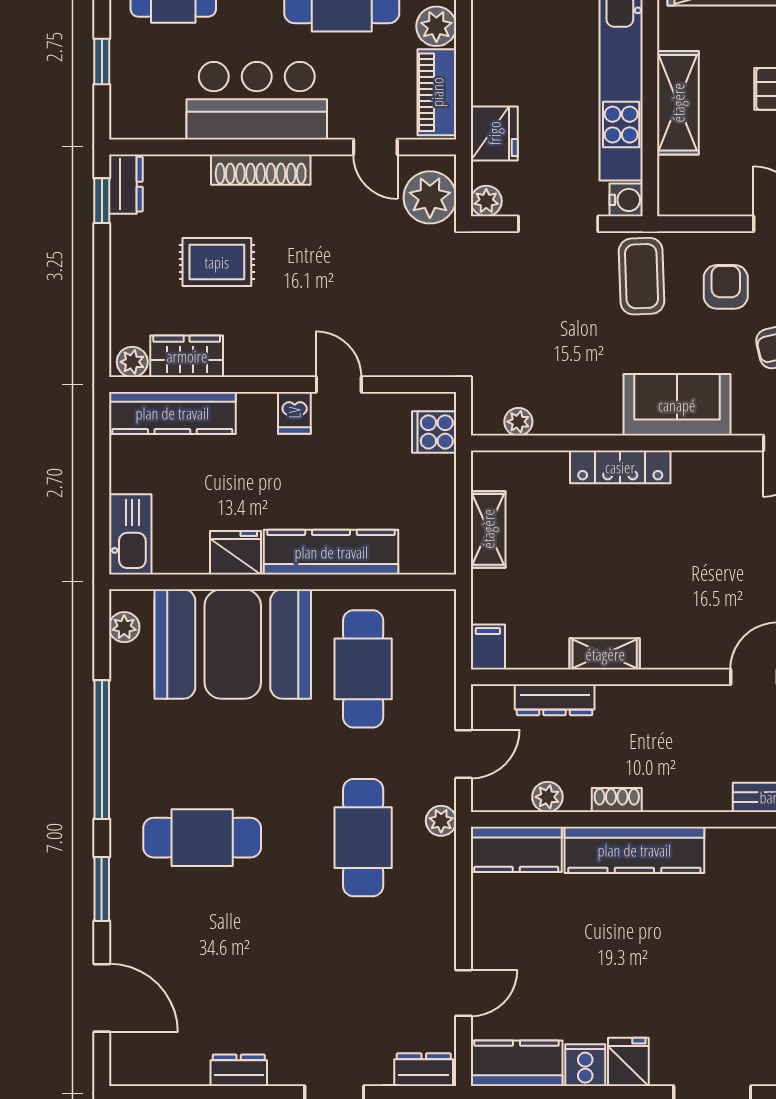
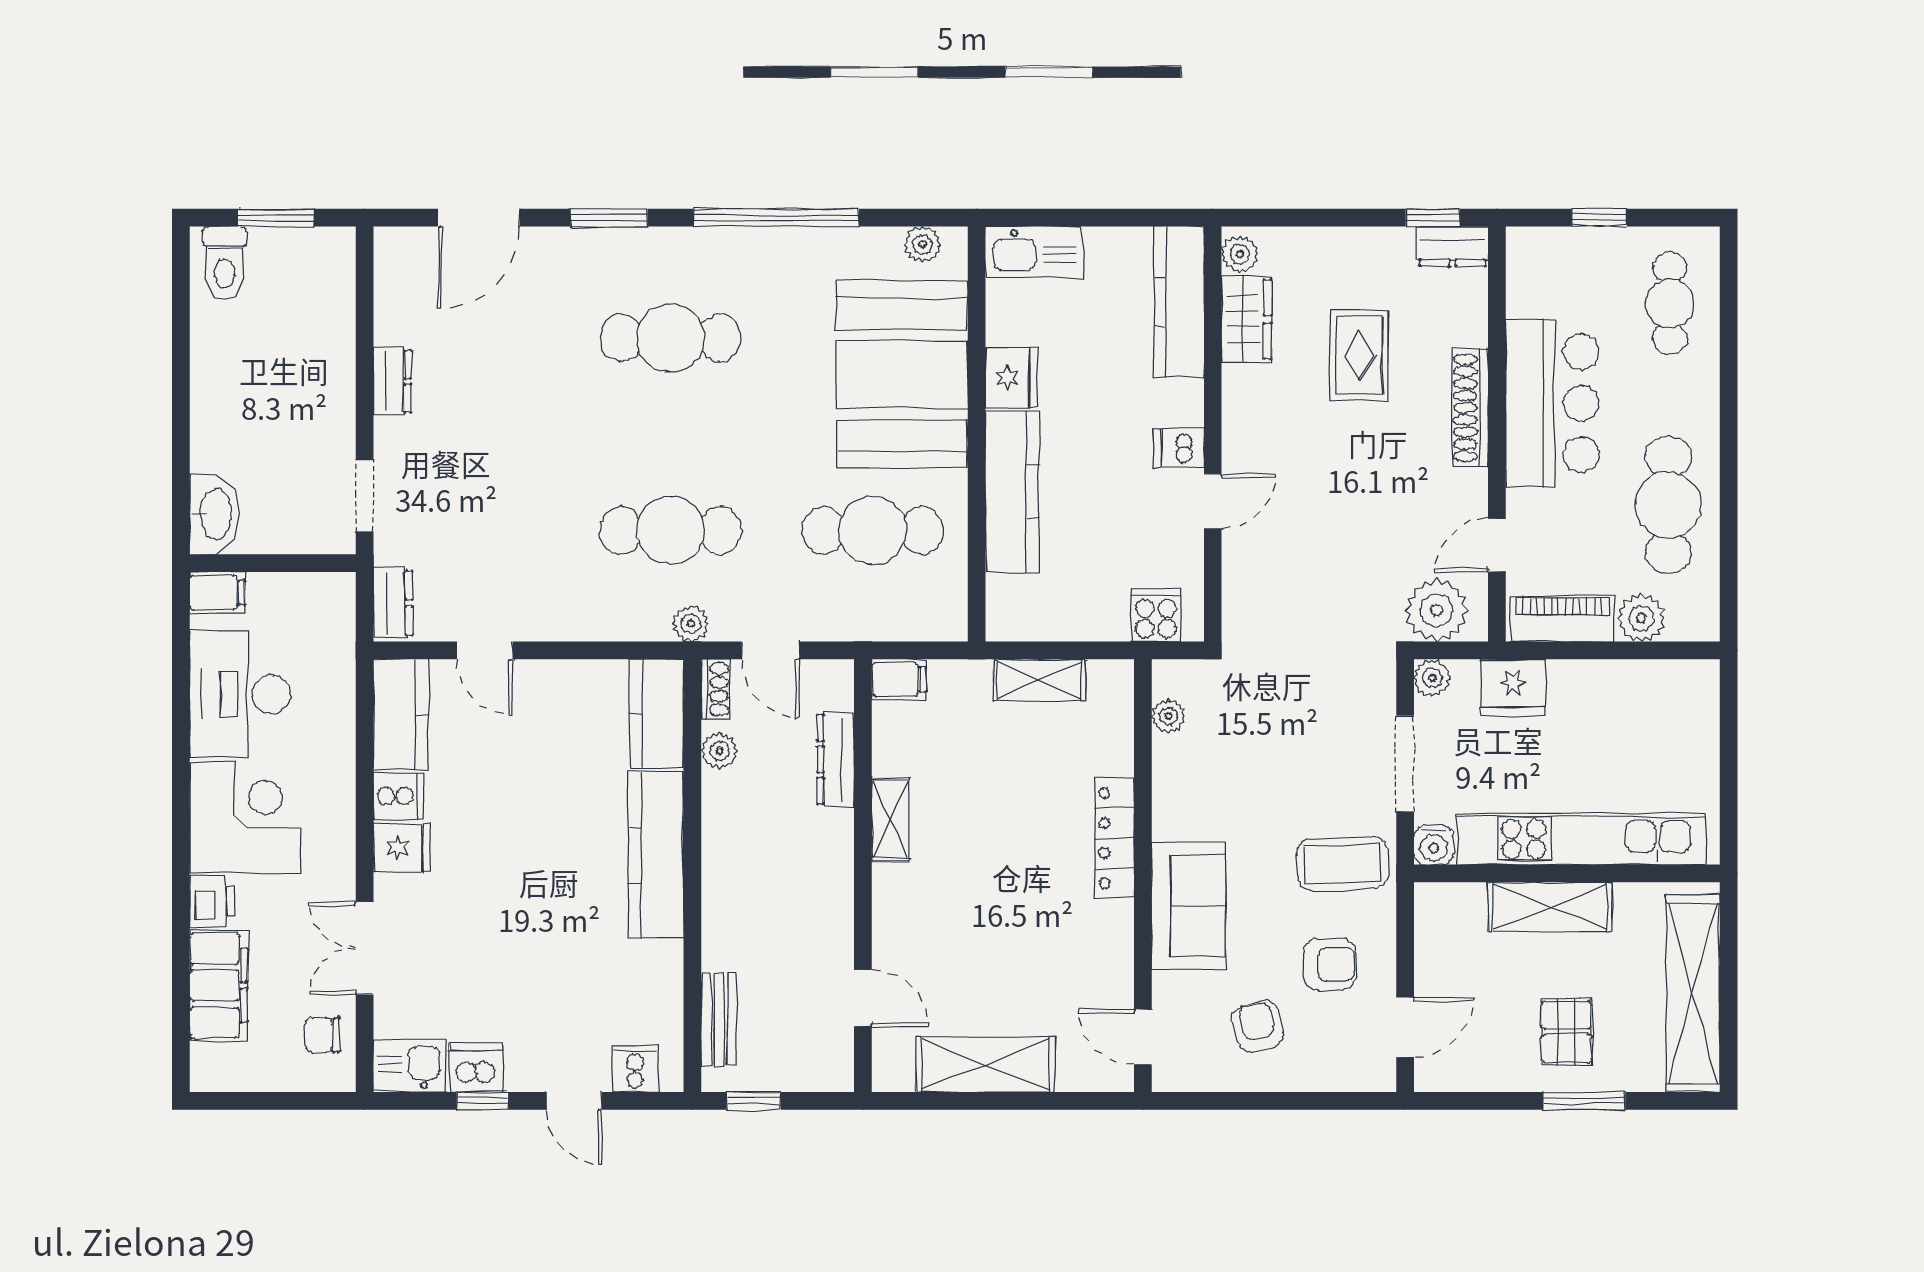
shoe rack: (617, 800) -> (716, 689), moved
cafe table: (202, 838) -> (671, 338), turned 90

